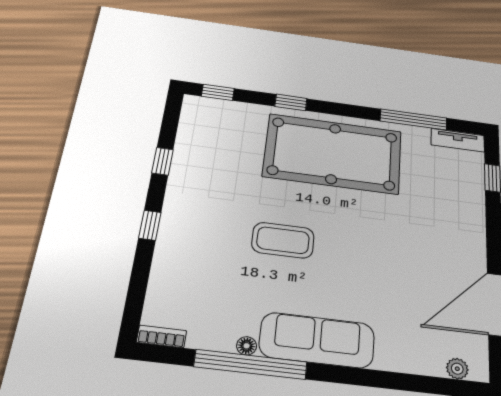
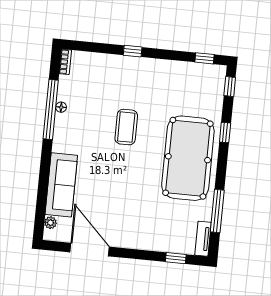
window: (162, 161) -> (204, 58), moved
sofa: (317, 340) -> (61, 185), moved

